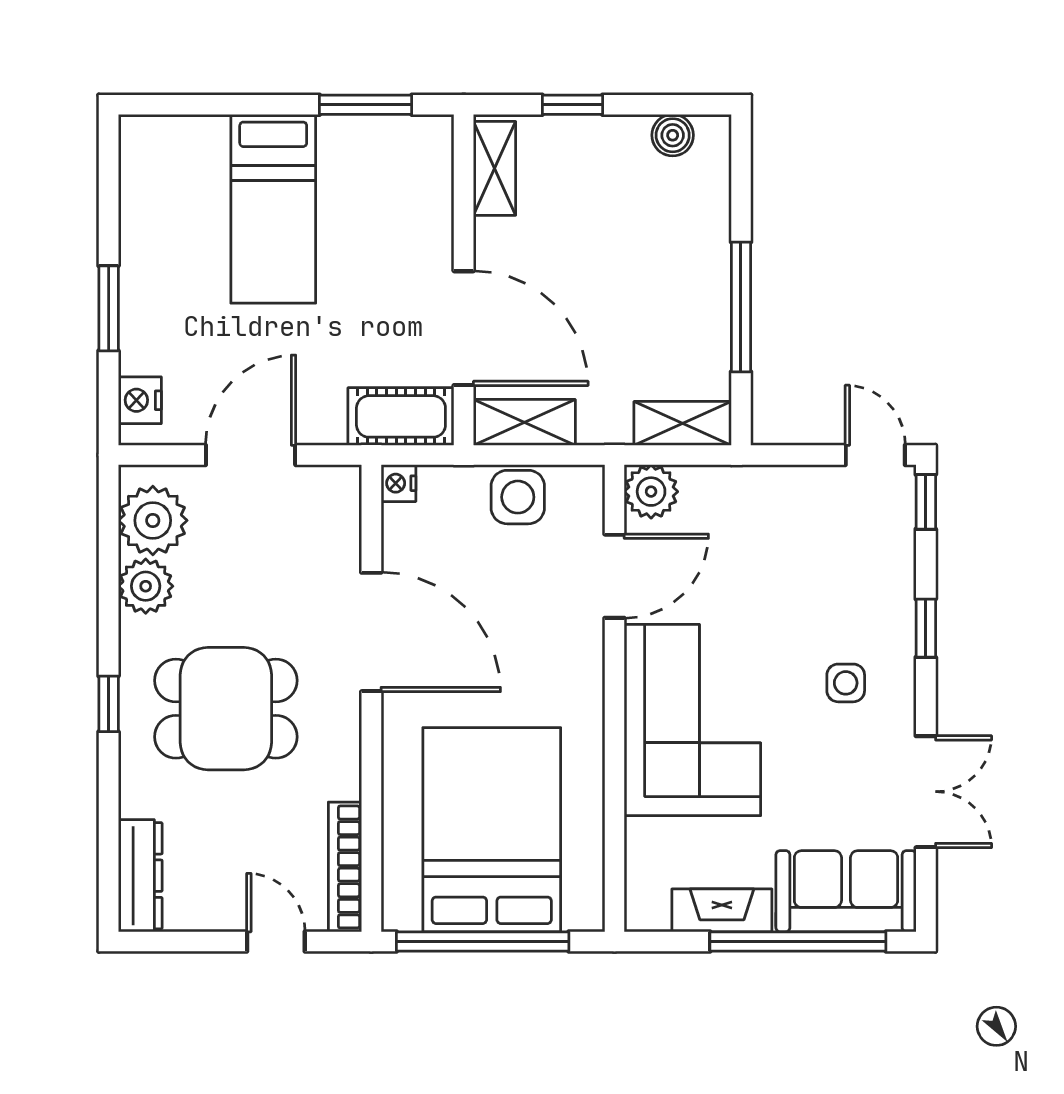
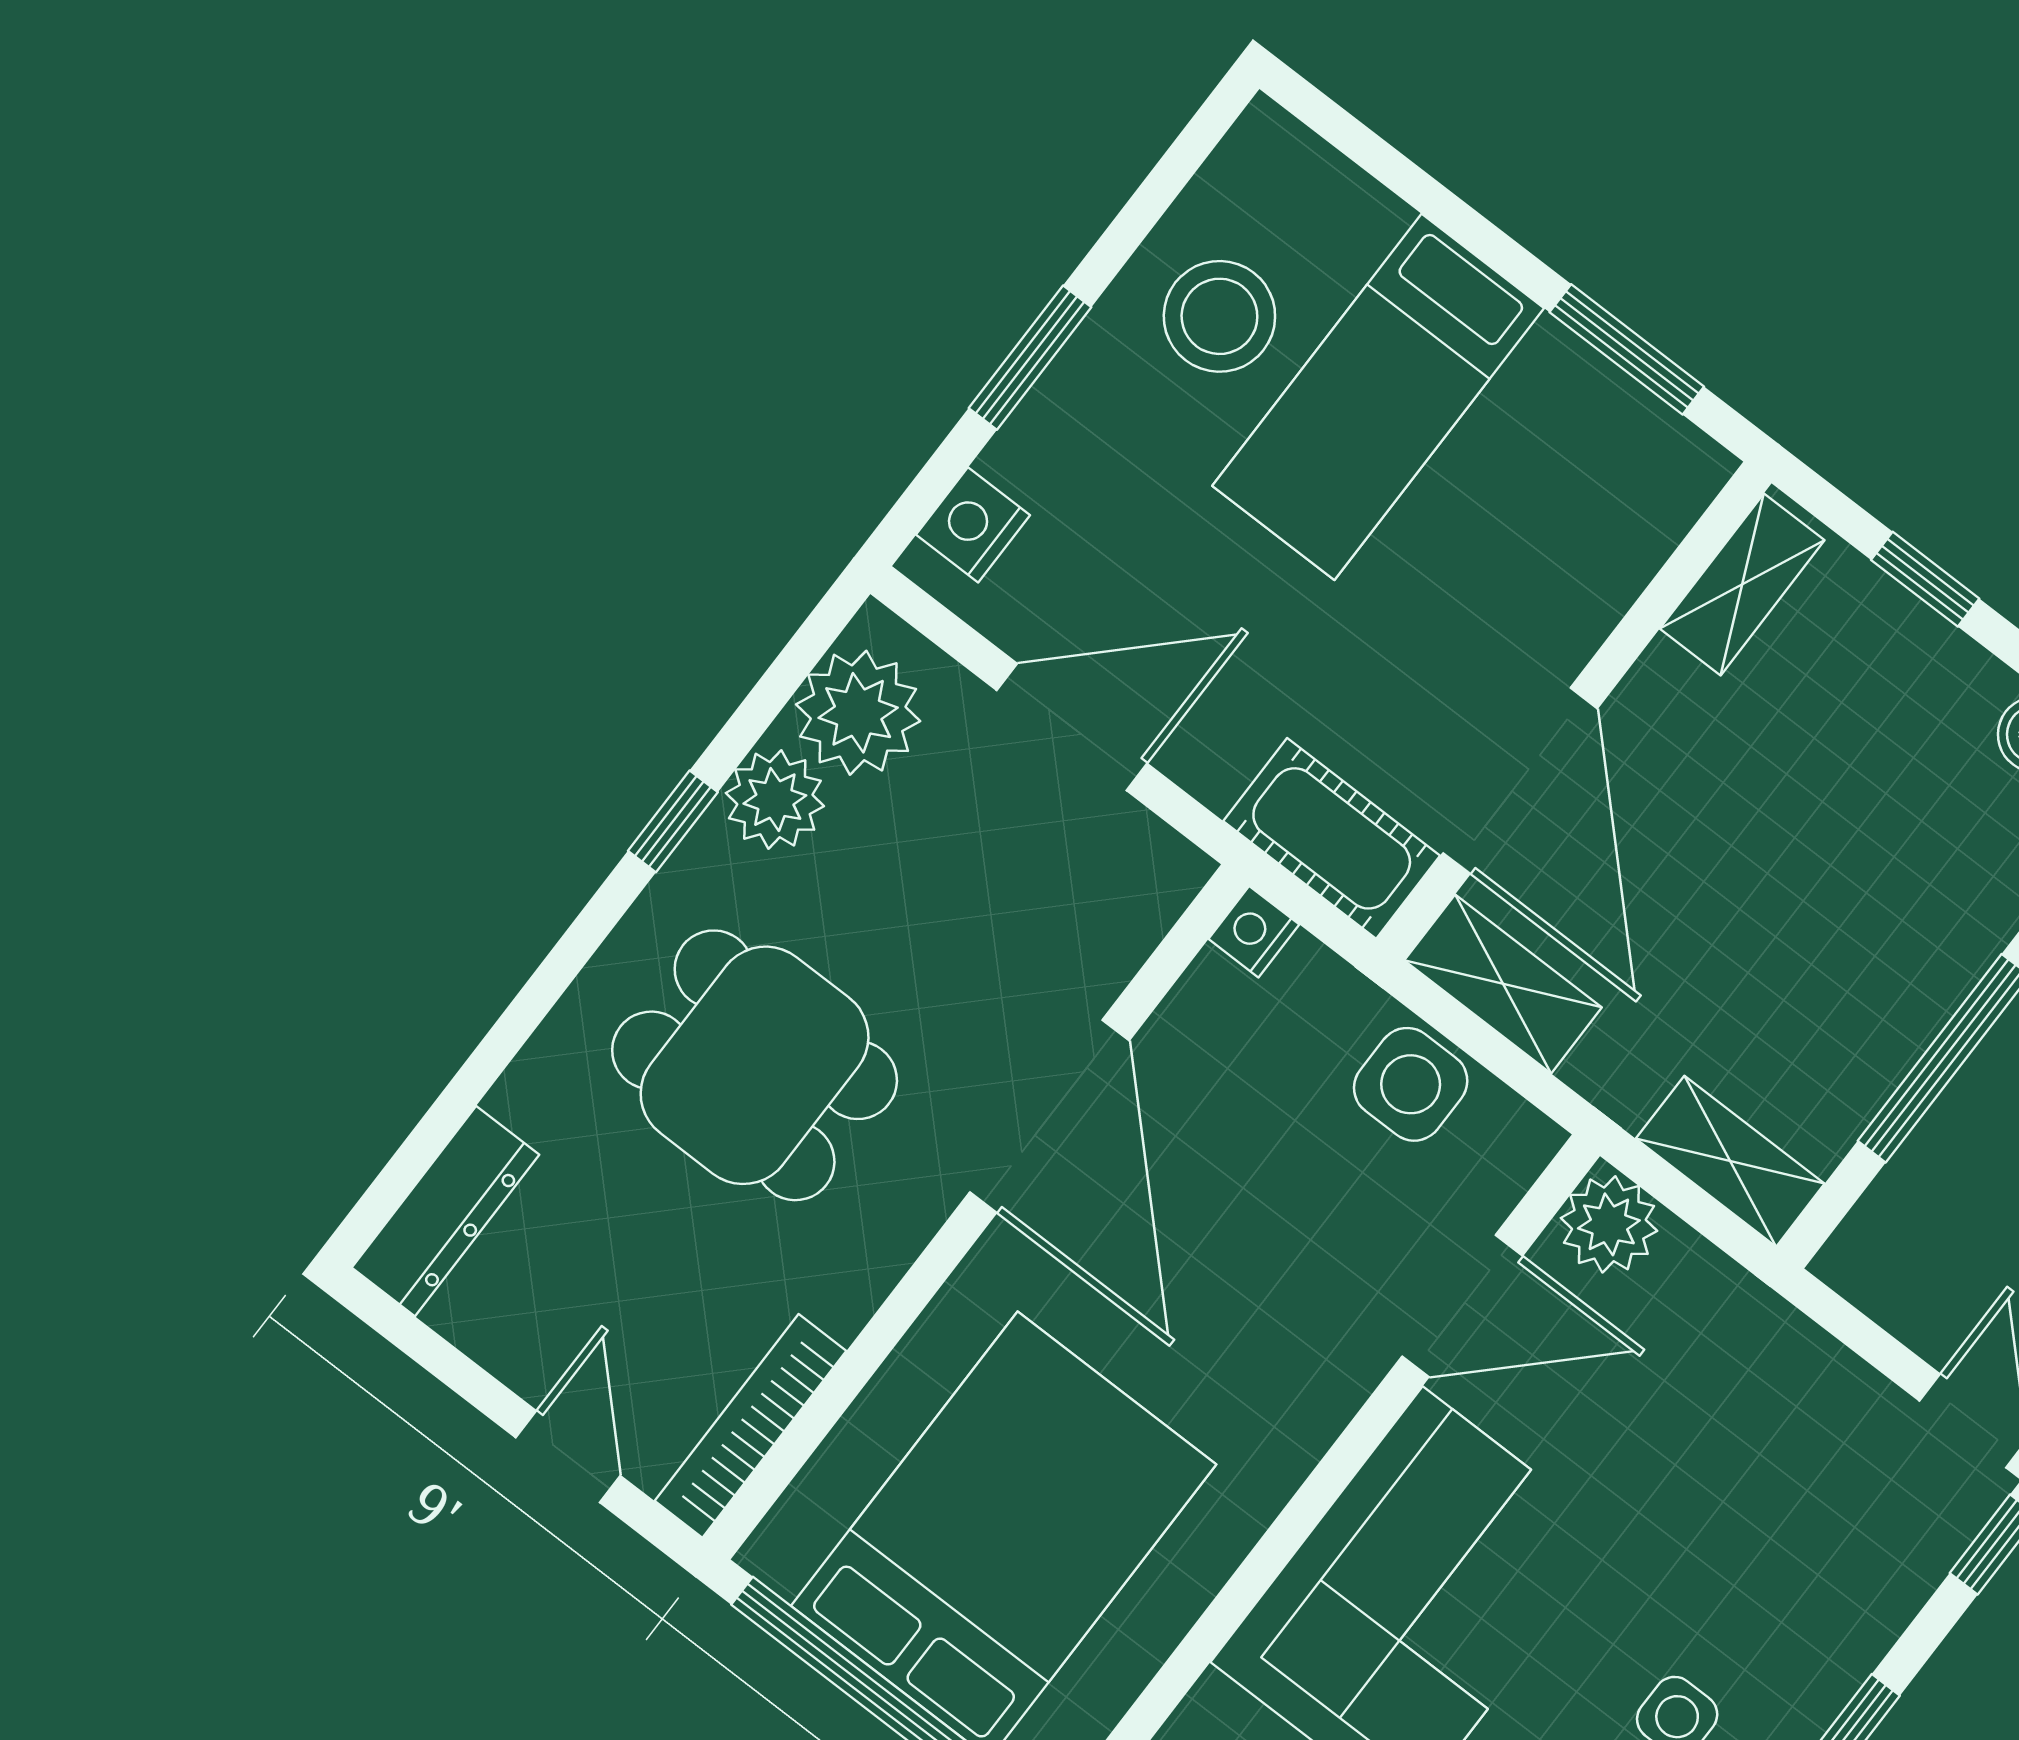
stool: (177, 227) -> (1219, 316), added
window: (109, 704) -> (673, 821), moved

